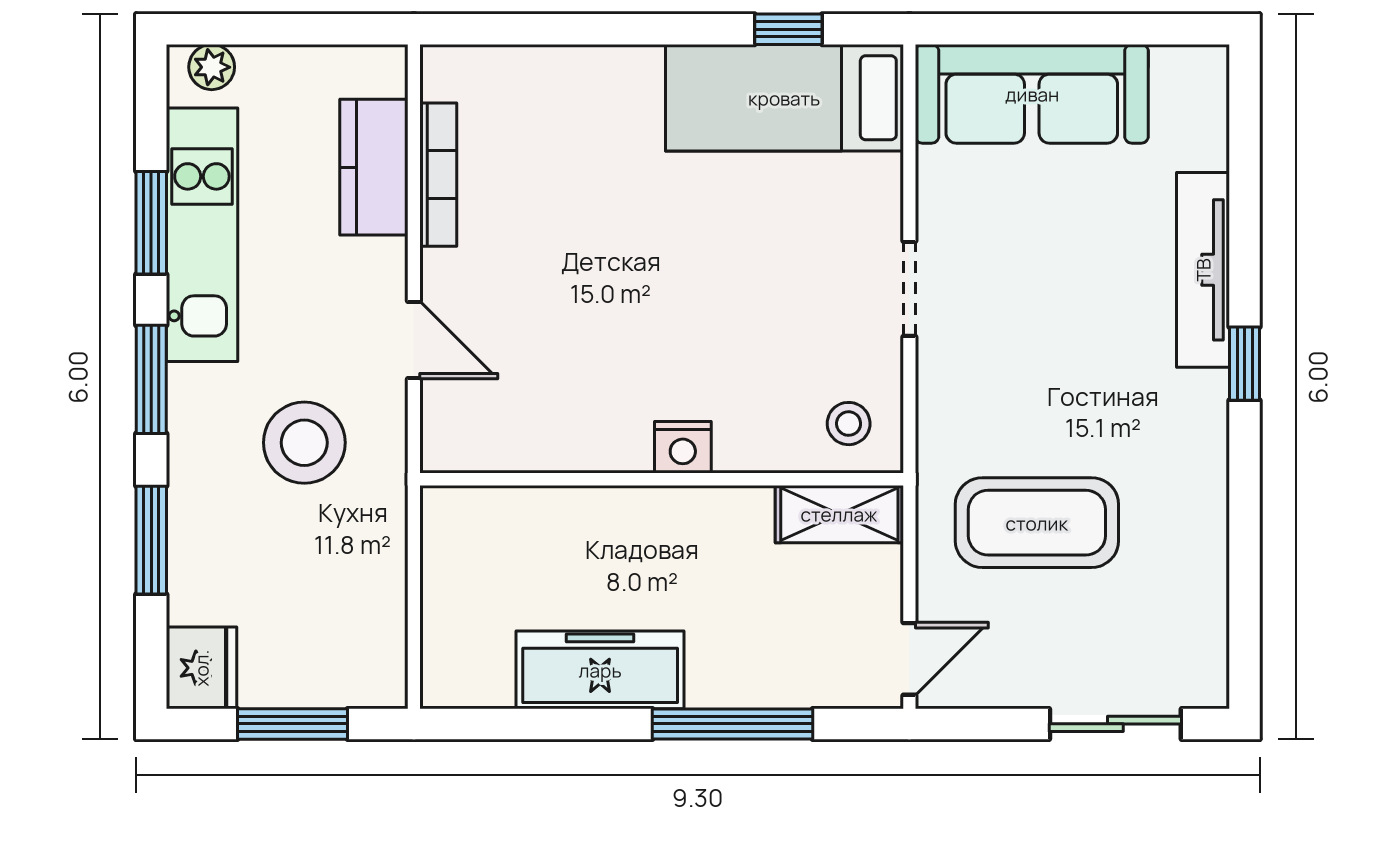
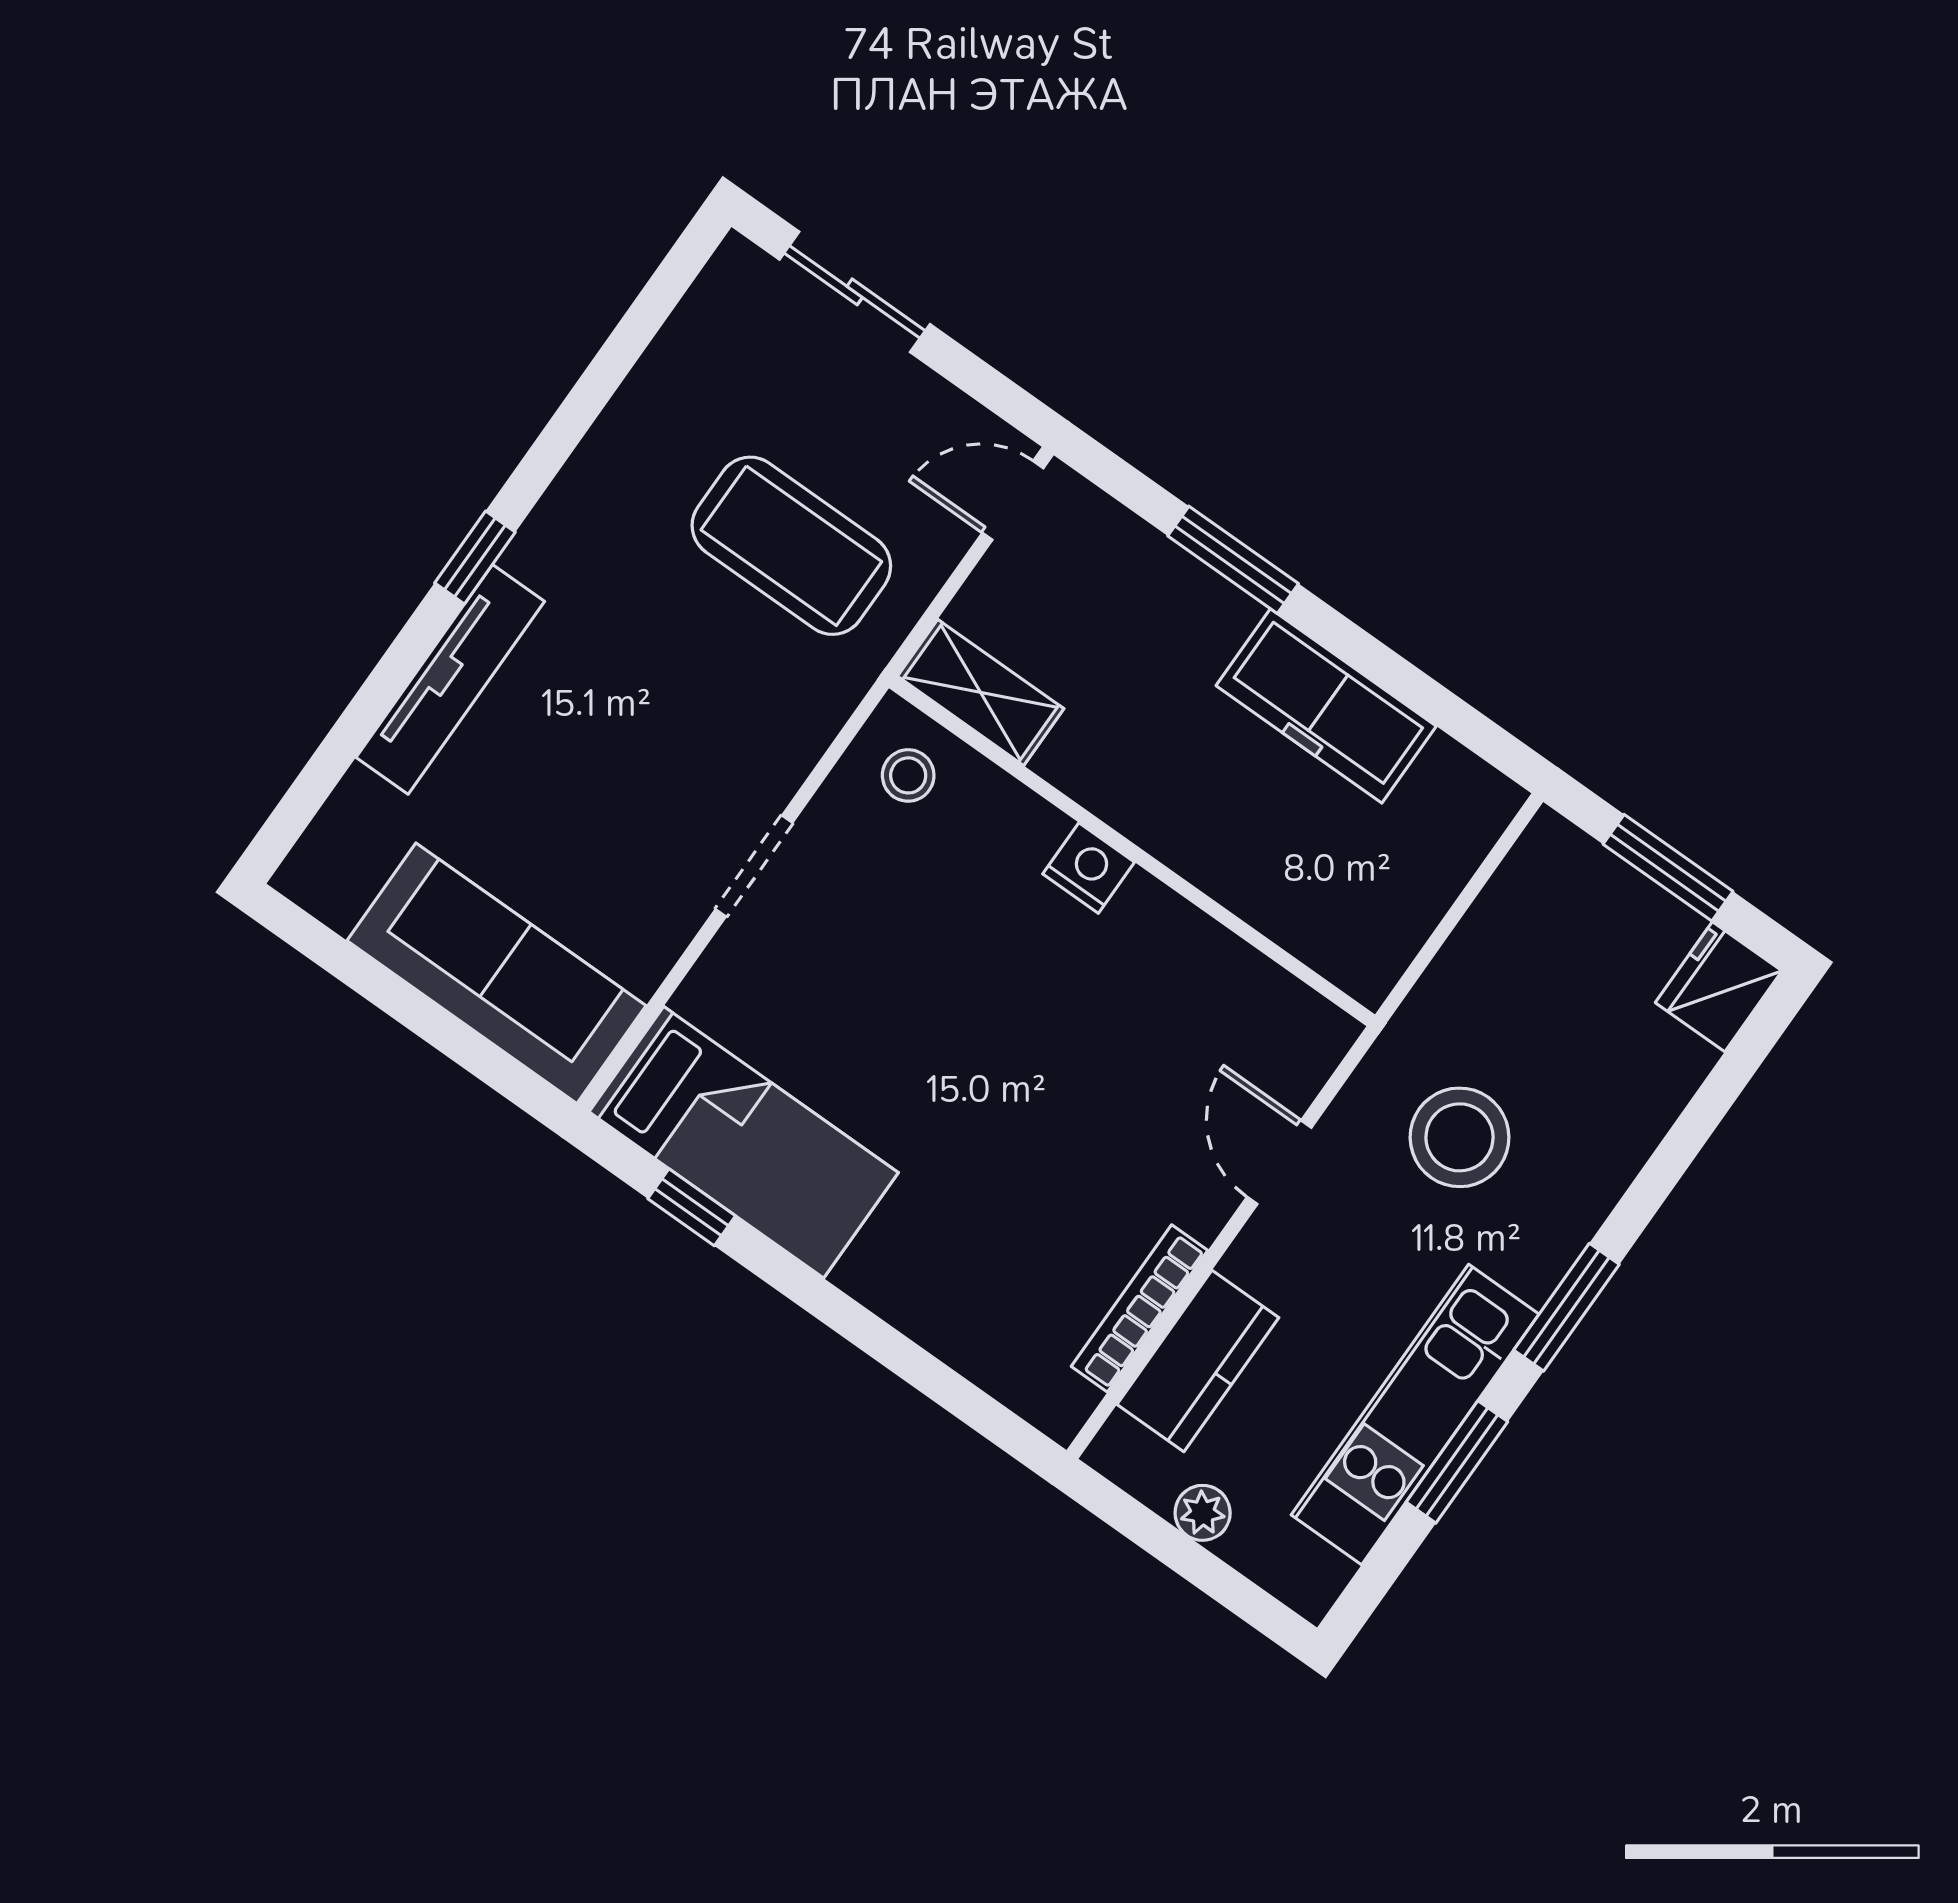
plant: (212, 67) -> (1203, 1513), moved
window: (151, 540) -> (1679, 1148), removed
window: (732, 724) -> (1233, 560), width x0.69

